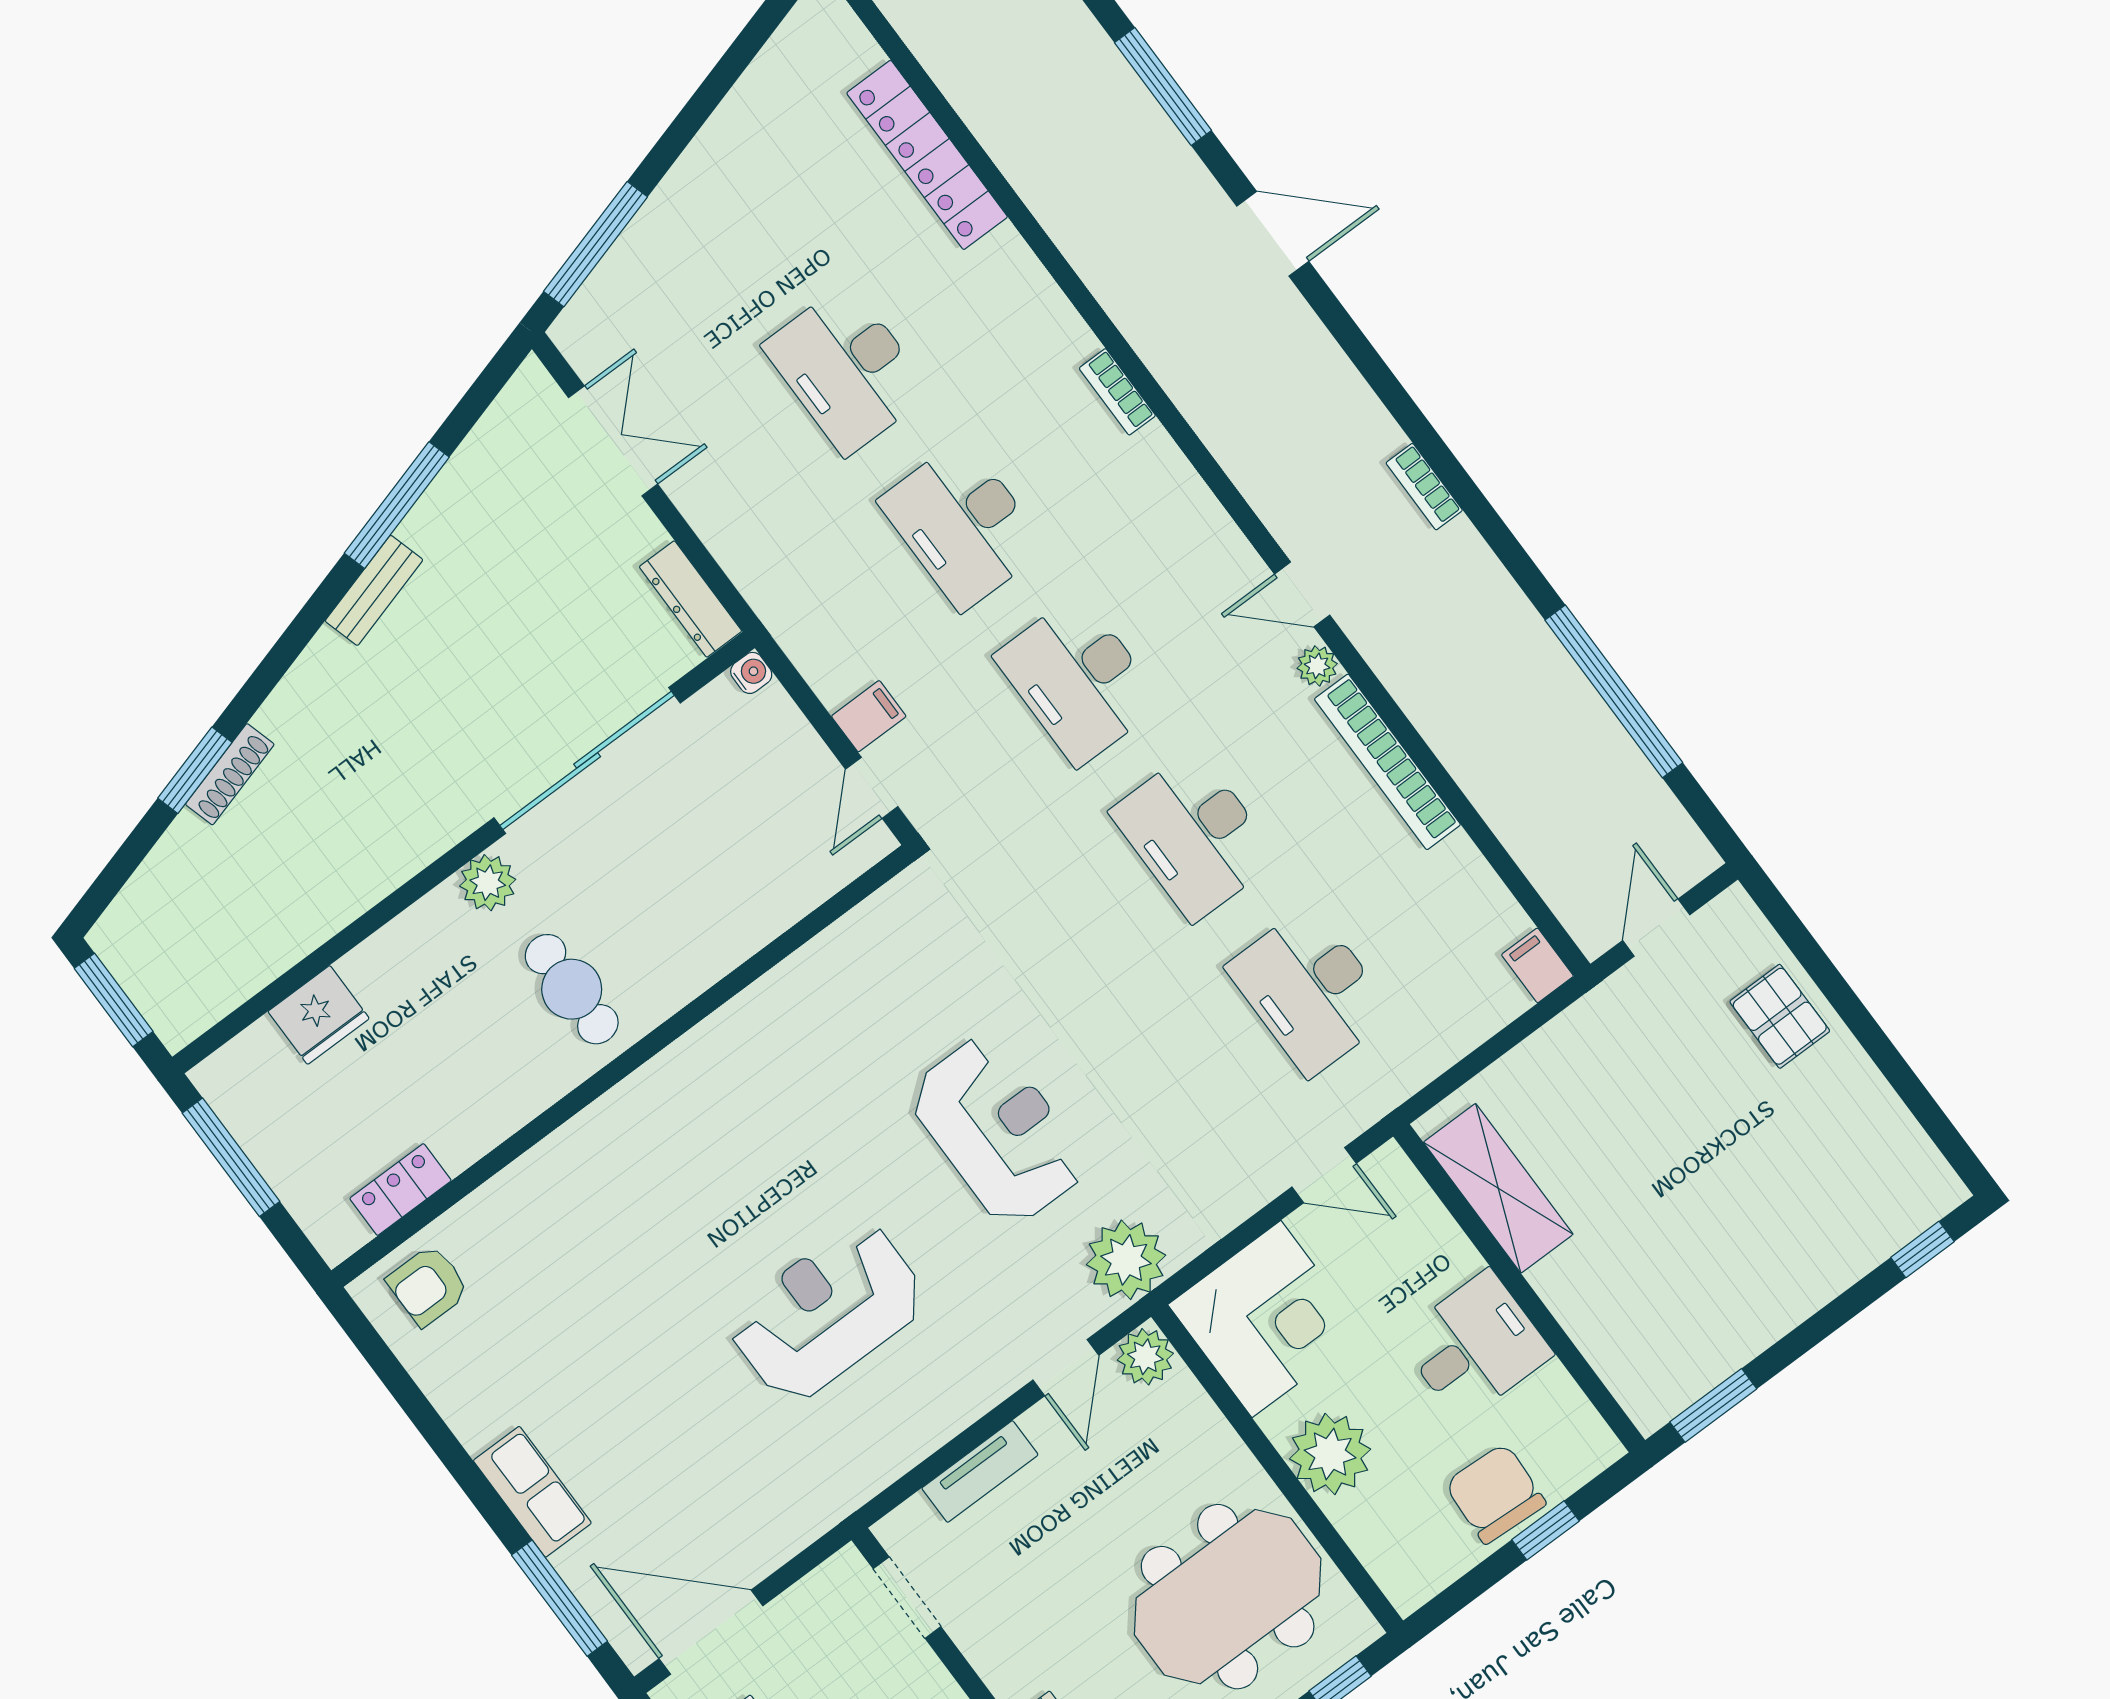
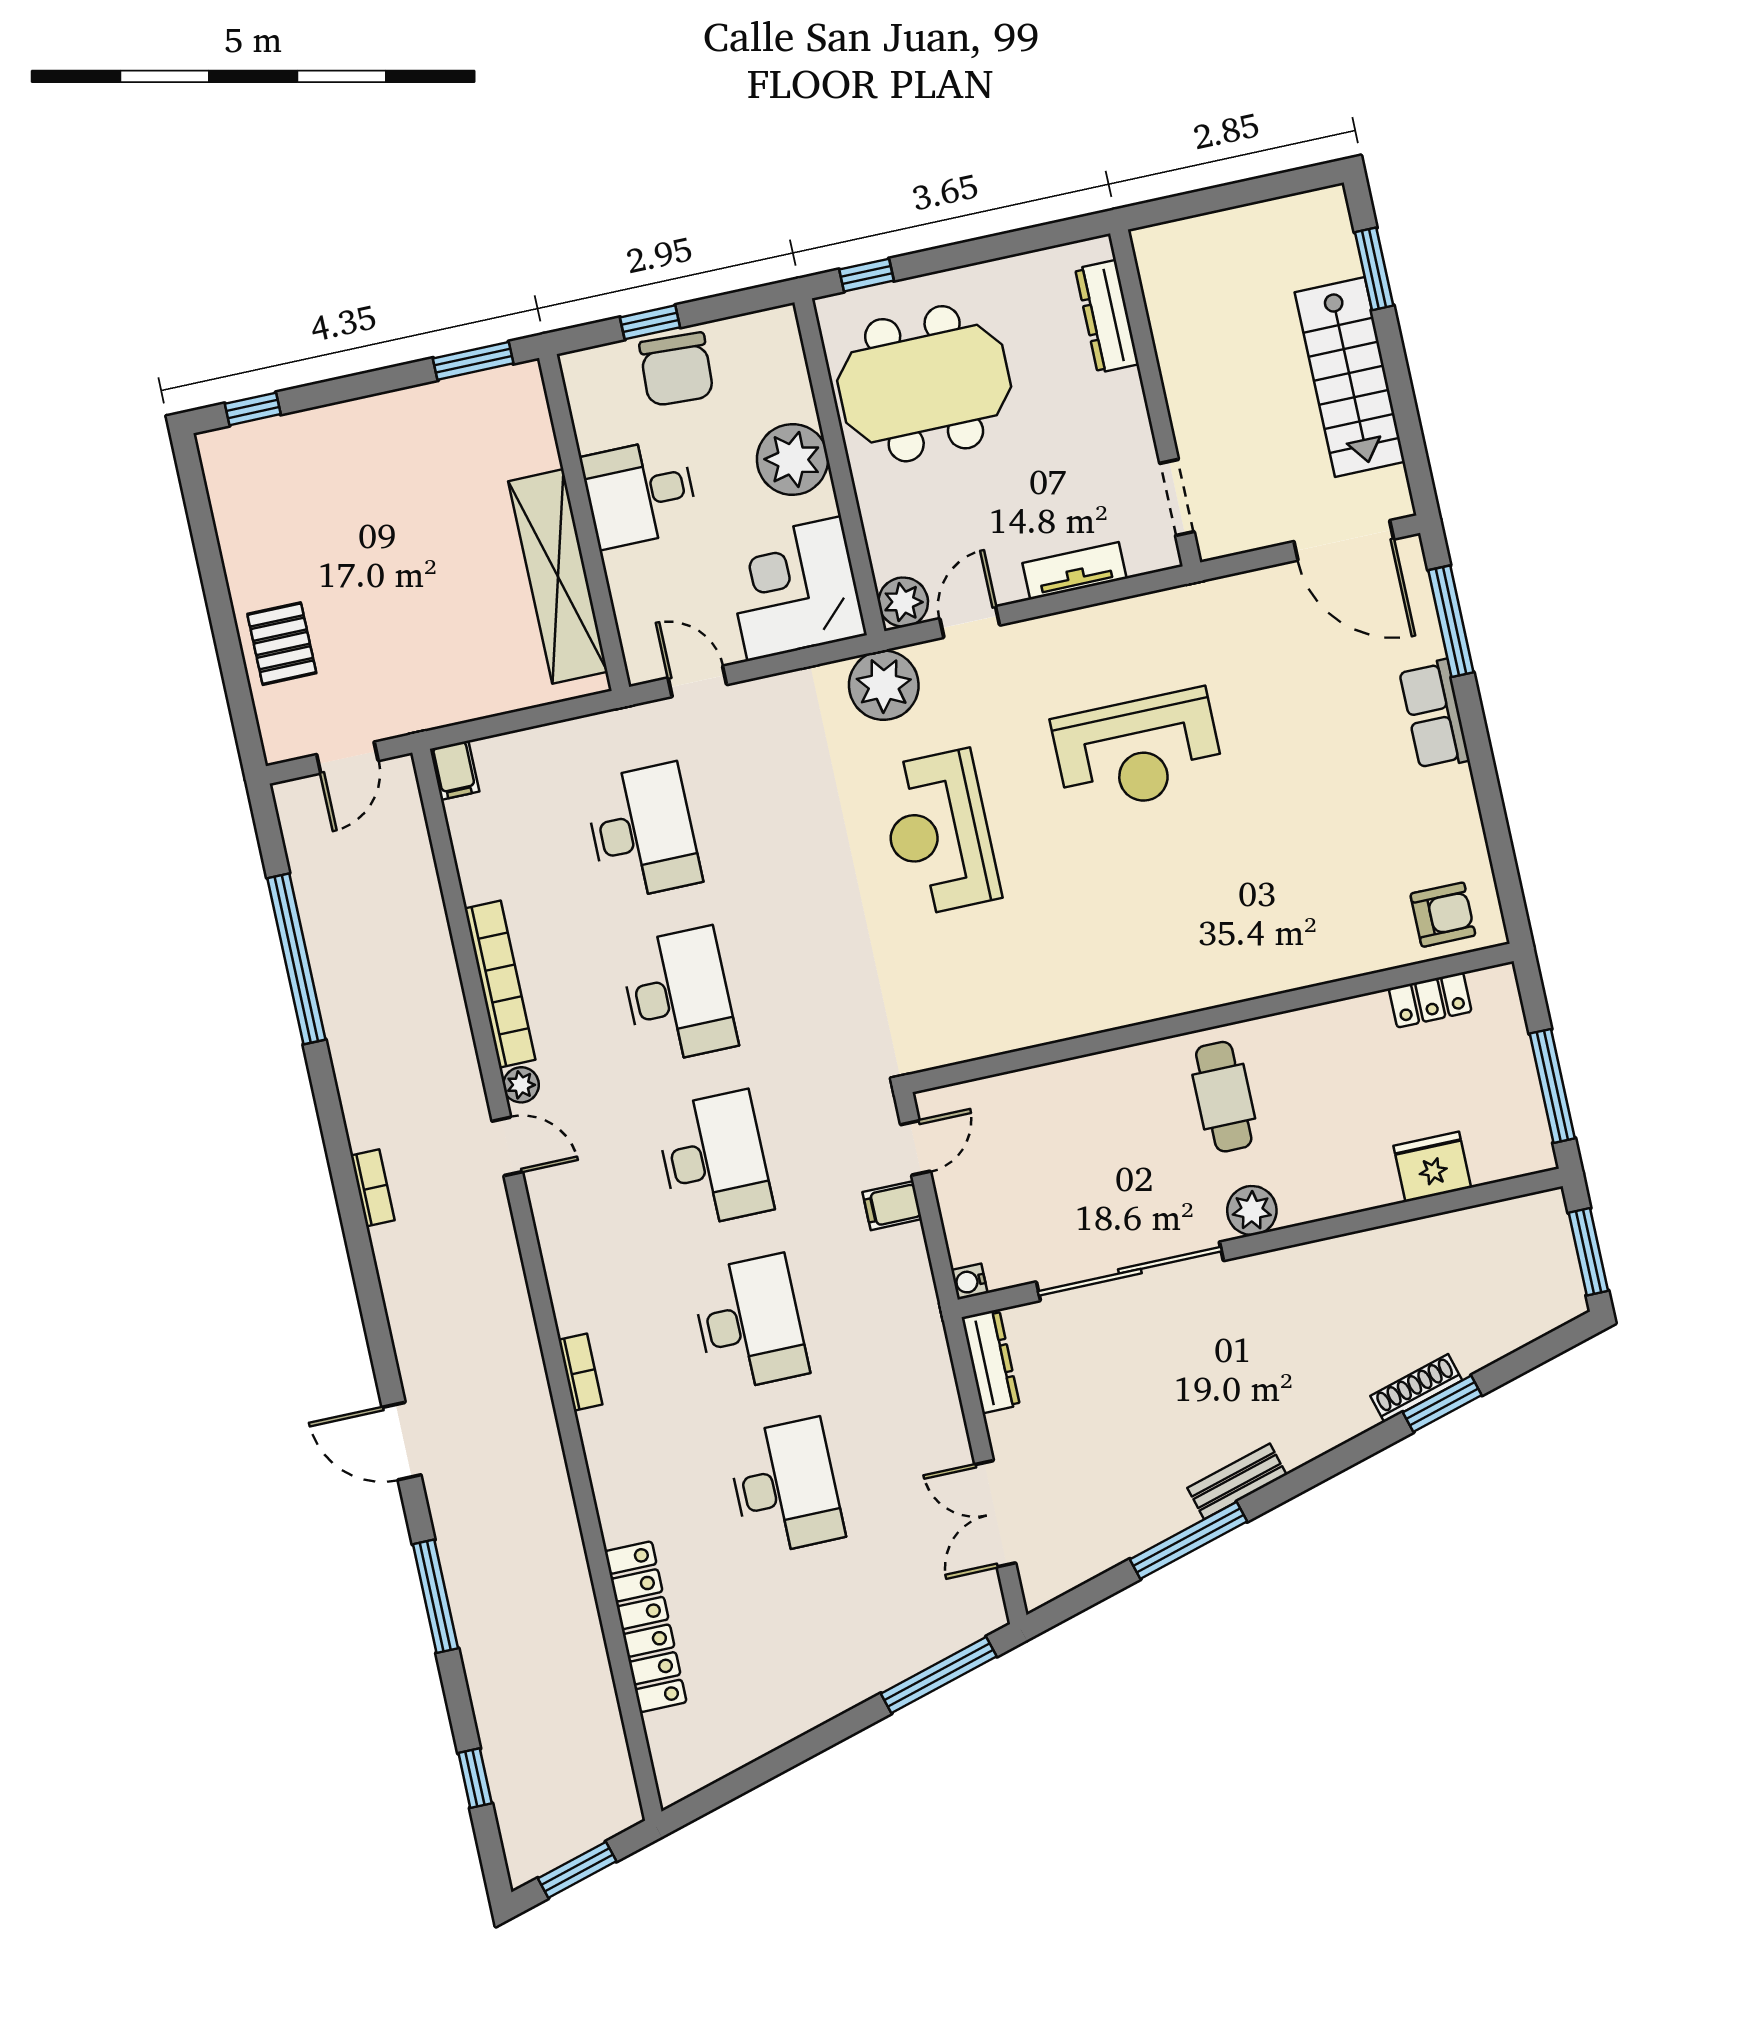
shelving: (1498, 1188) -> (558, 576), width x1.47

